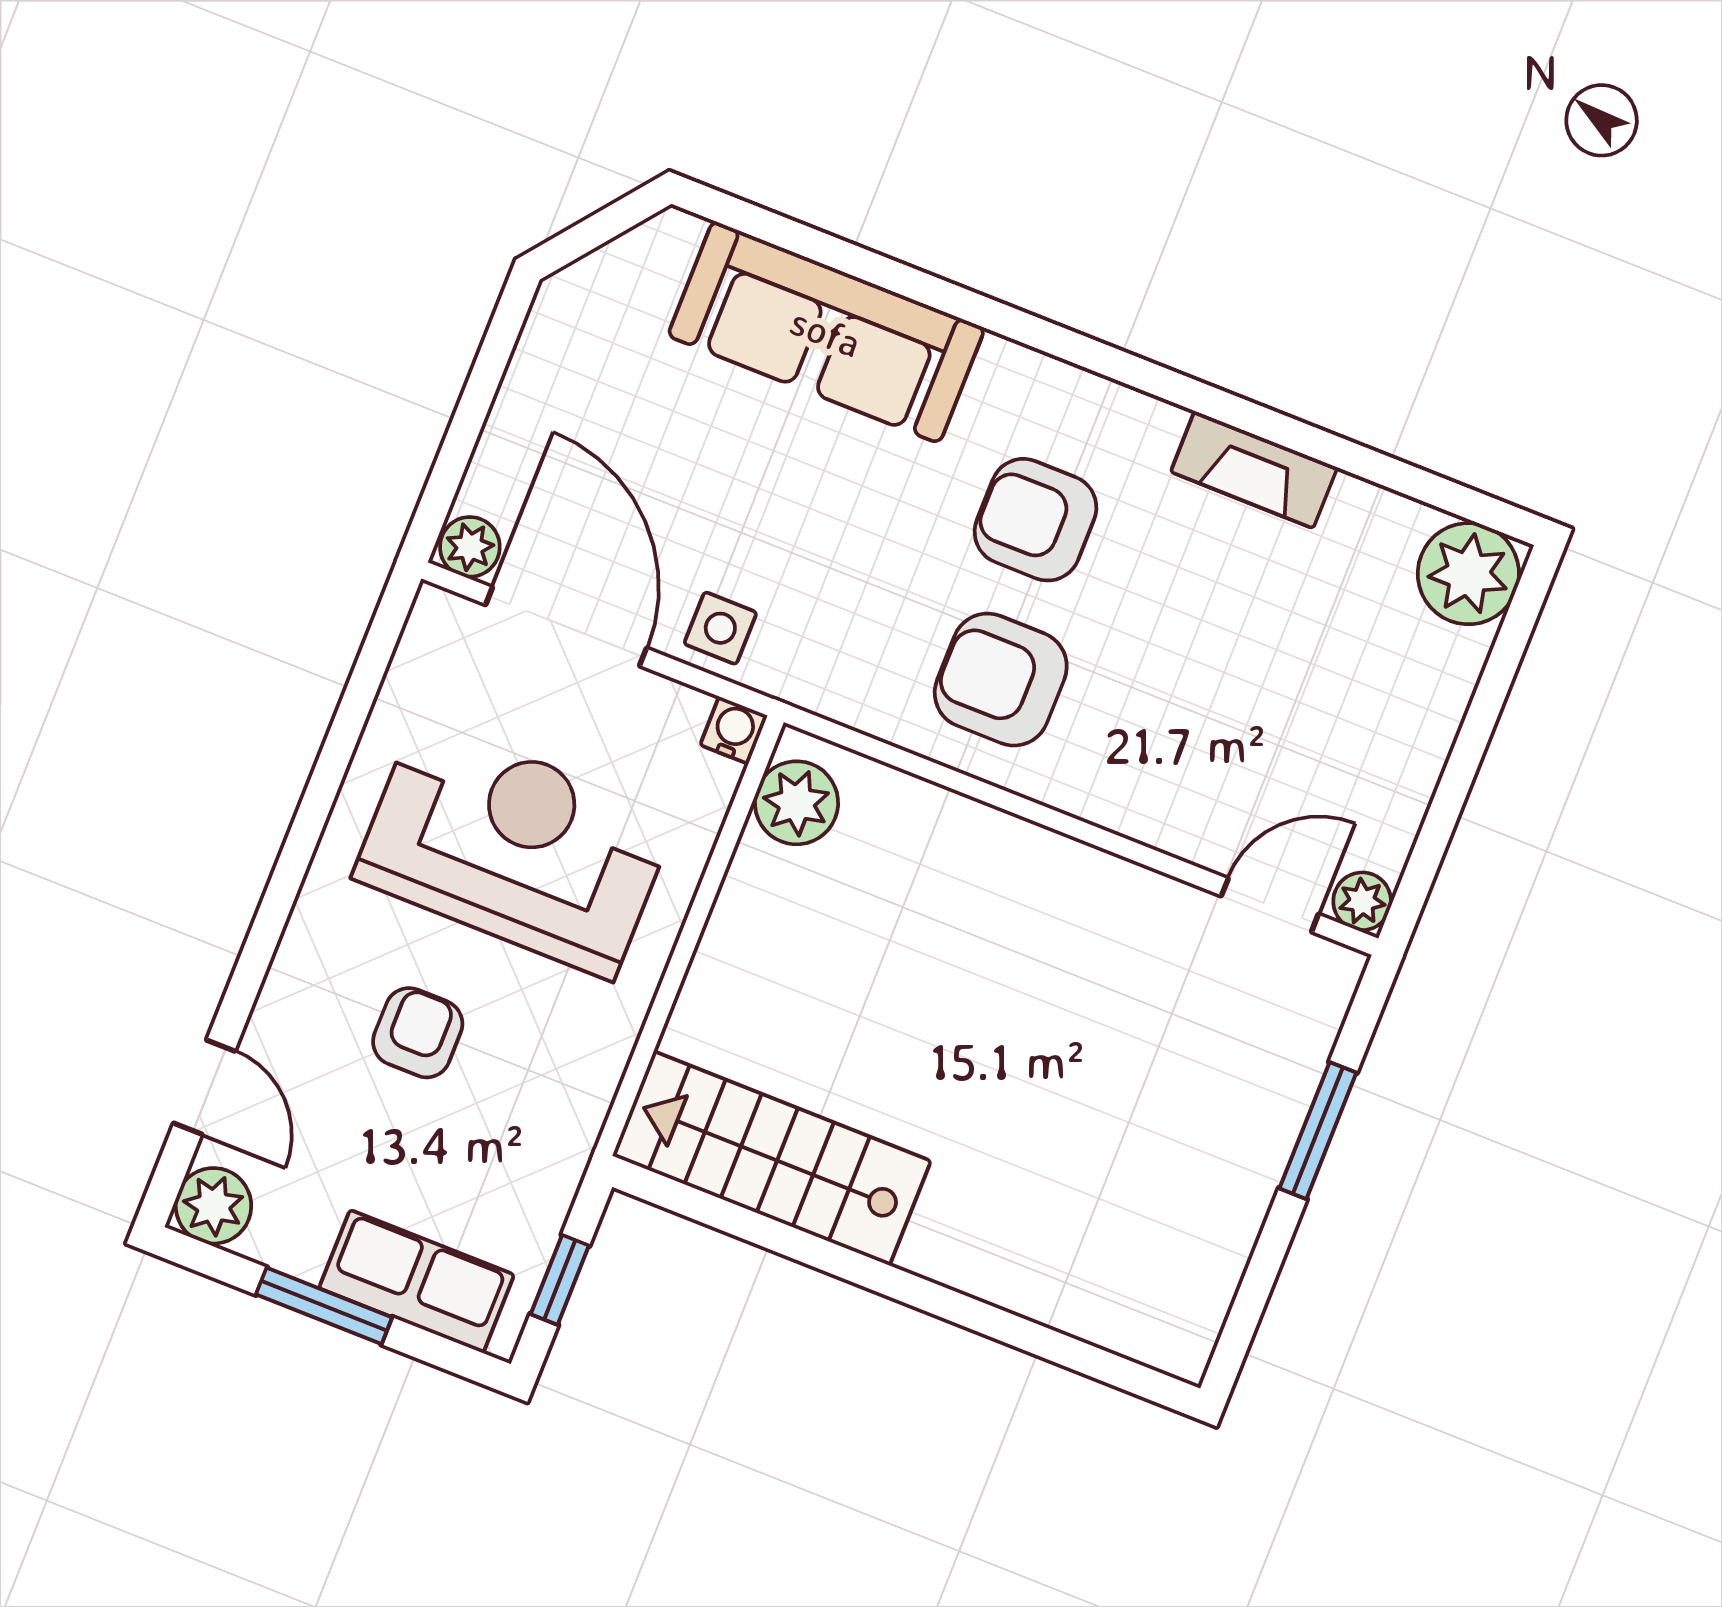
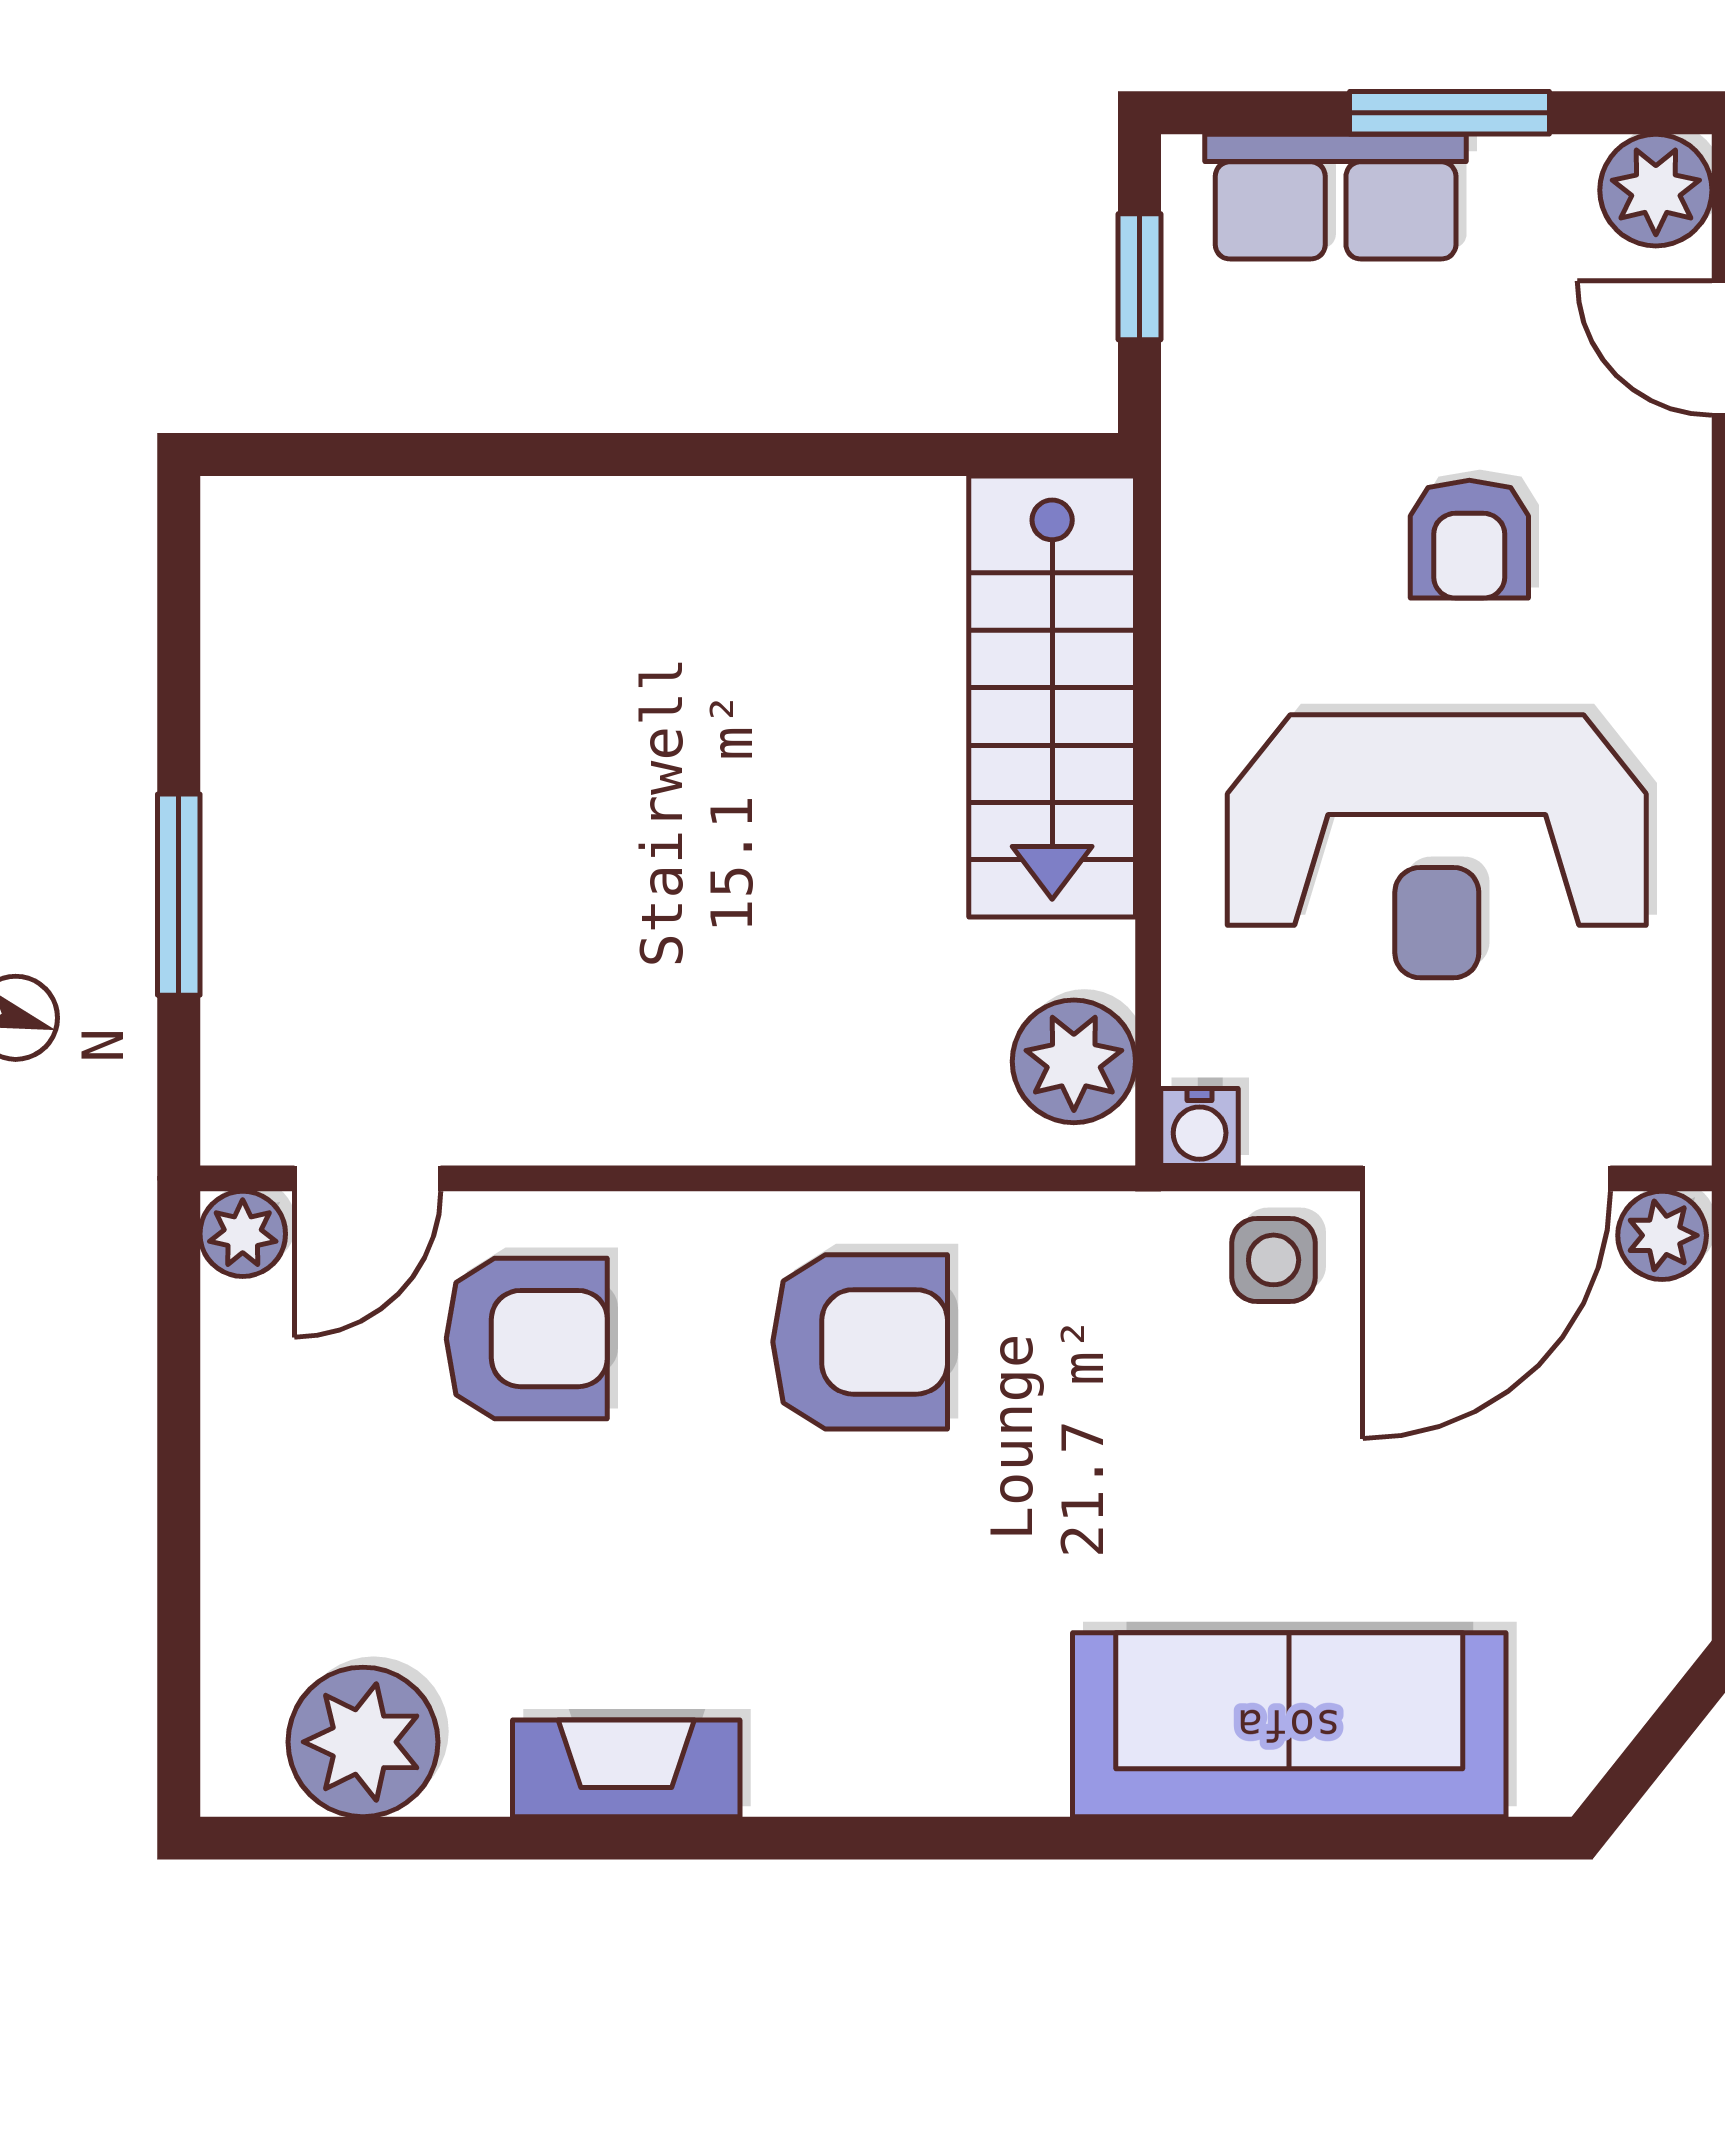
armchair: (1035, 520) -> (527, 1339), moved
plant: (1468, 574) -> (363, 1742), moved
door: (566, 626) -> (1487, 1178), hinge flipped
stairs: (772, 1158) -> (1052, 696), moved, turned 90

